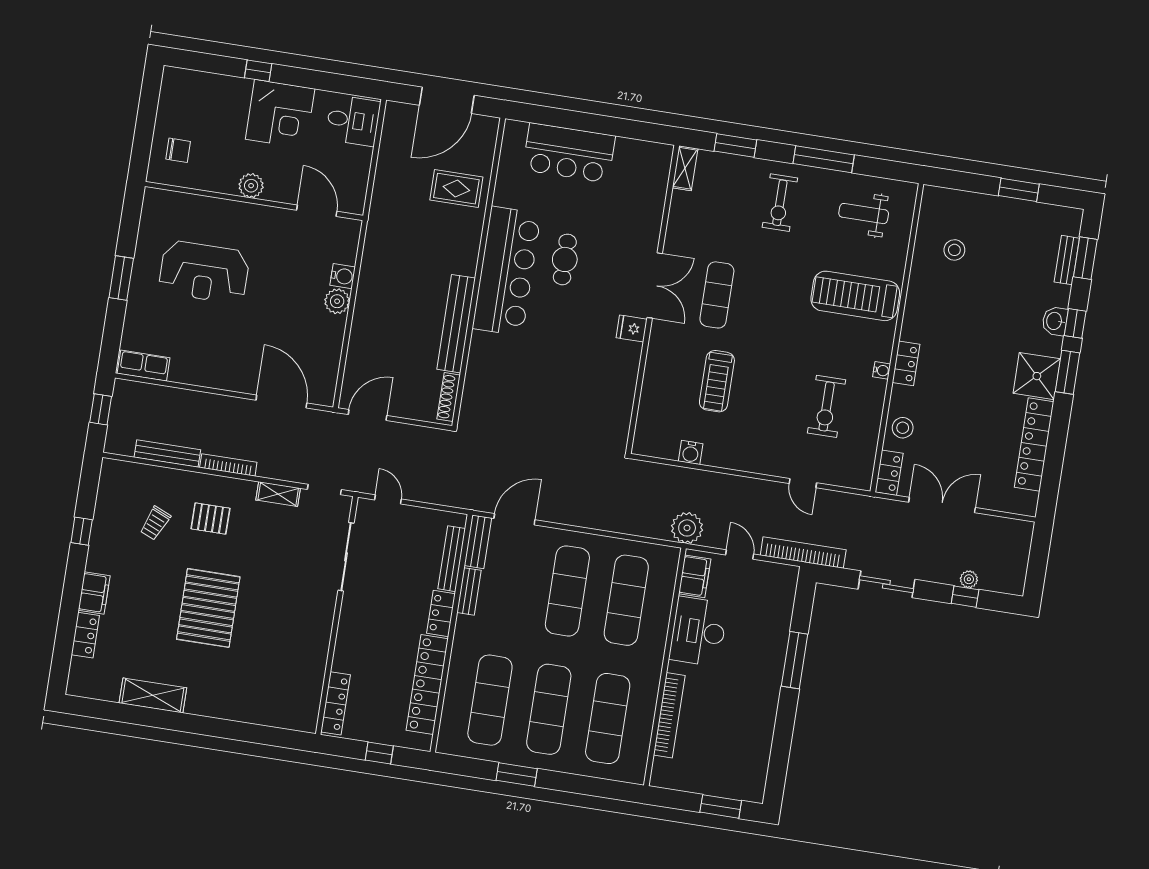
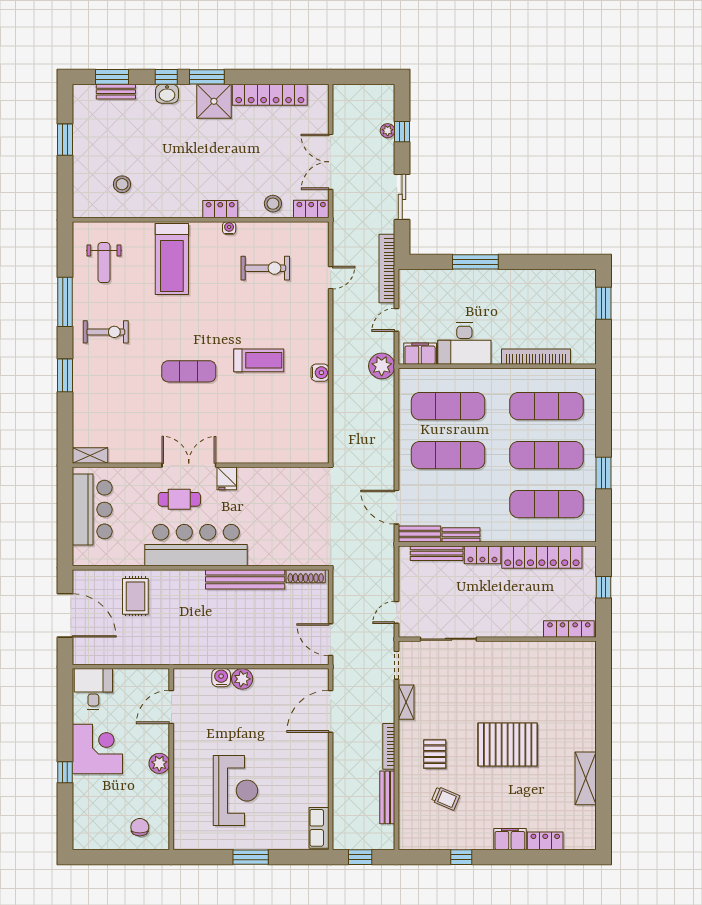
shelving: (685, 168) -> (90, 455), moved
double door: (655, 285) -> (189, 465), moved
wall: (653, 299) -> (201, 465), moved
fridge: (632, 328) -> (227, 478), moved

